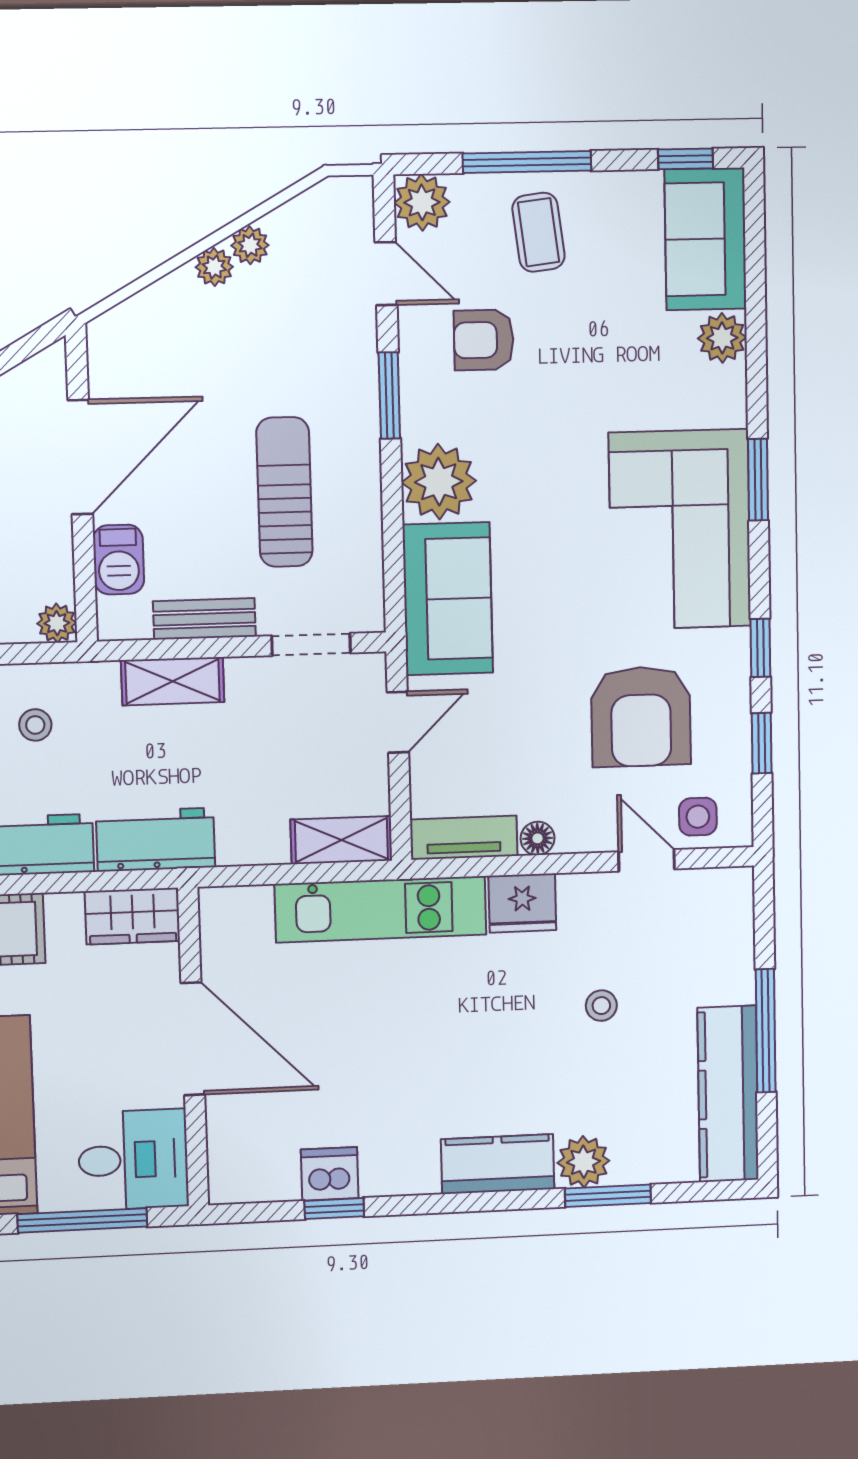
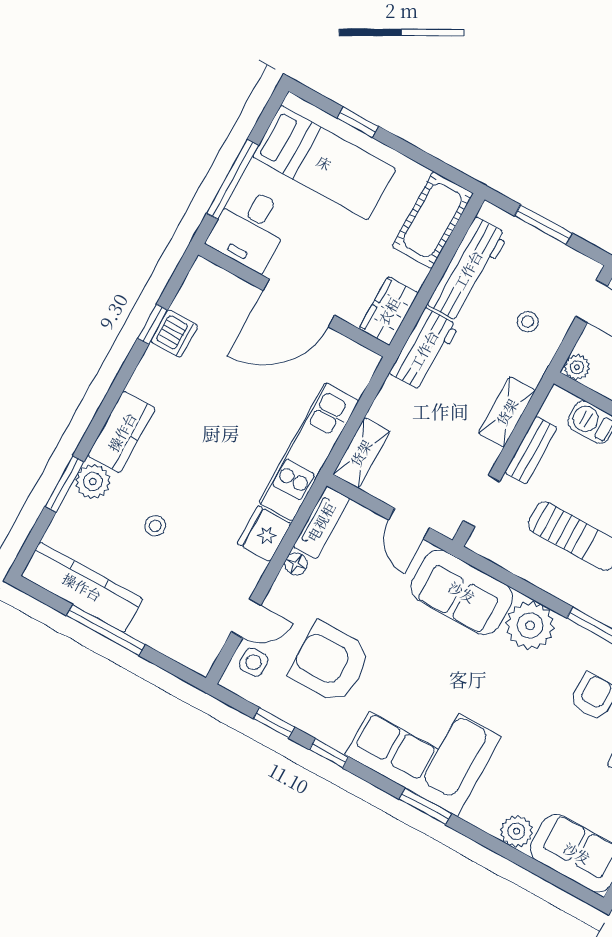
stool: (601, 1006) -> (155, 526), moved

